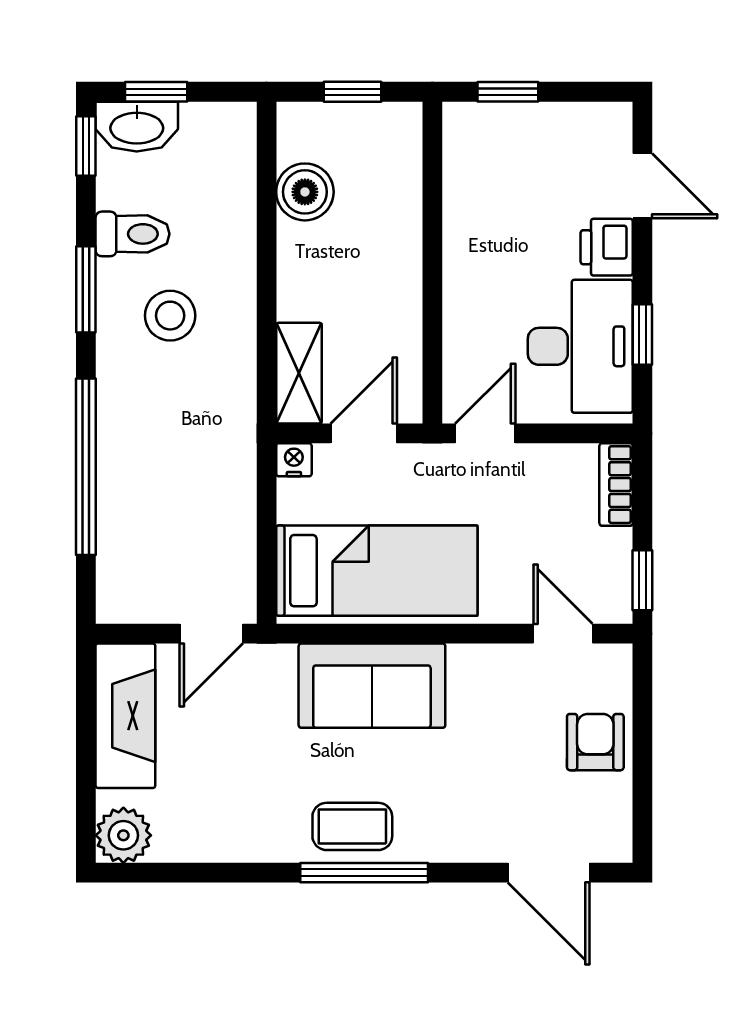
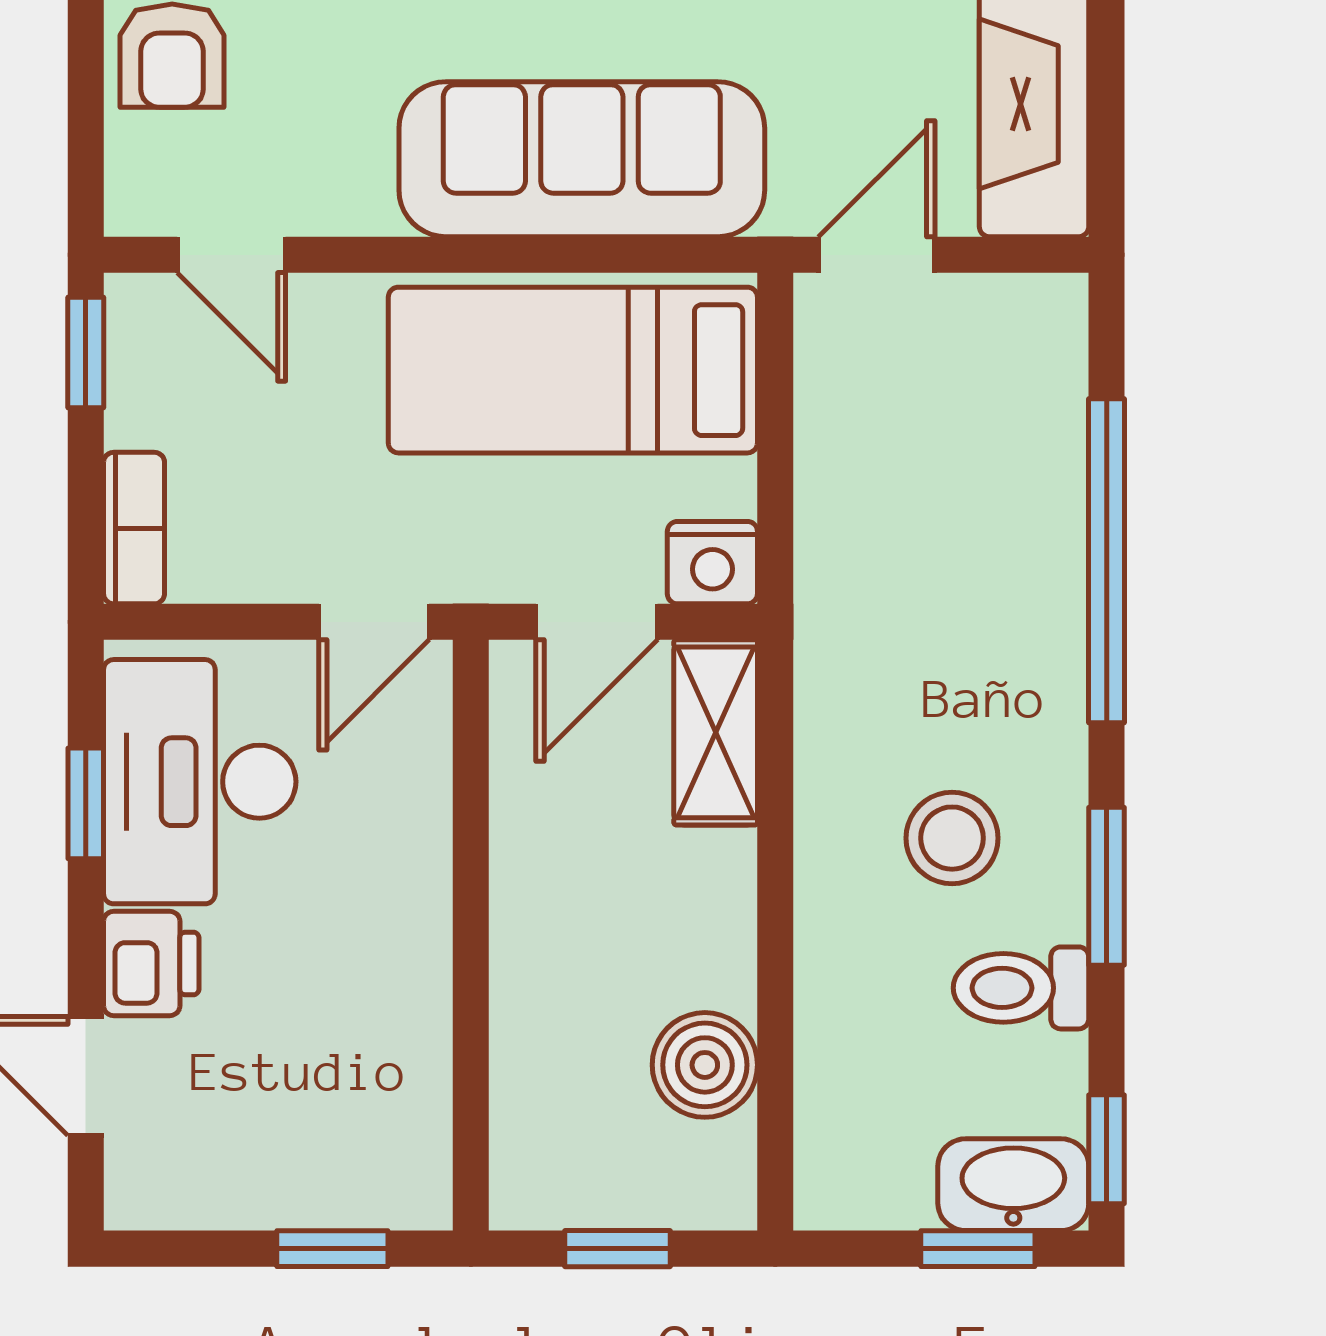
nightstand: (294, 460) -> (712, 563), width x1.39, depth x1.35
sofa: (372, 686) -> (582, 159), width x1.36

